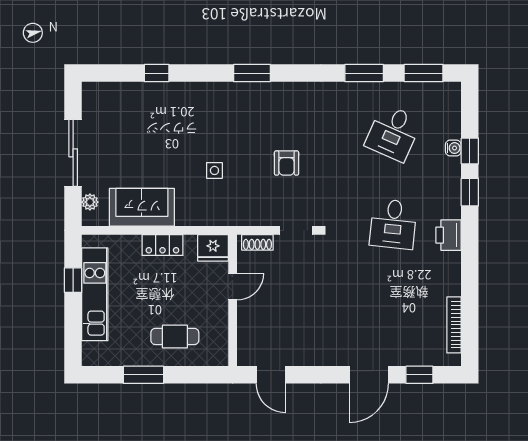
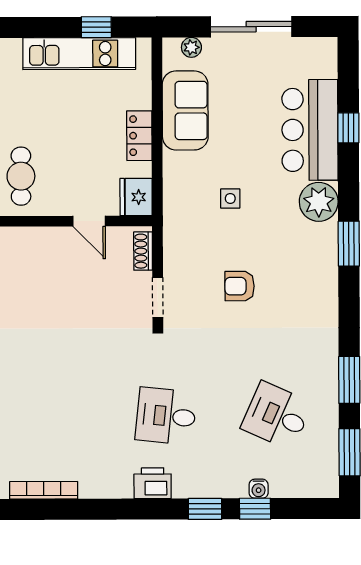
plant: (217, 98) -> (319, 202), added
bar counter: (158, 105) -> (310, 130), added
cafe table: (175, 336) -> (21, 176), moved

